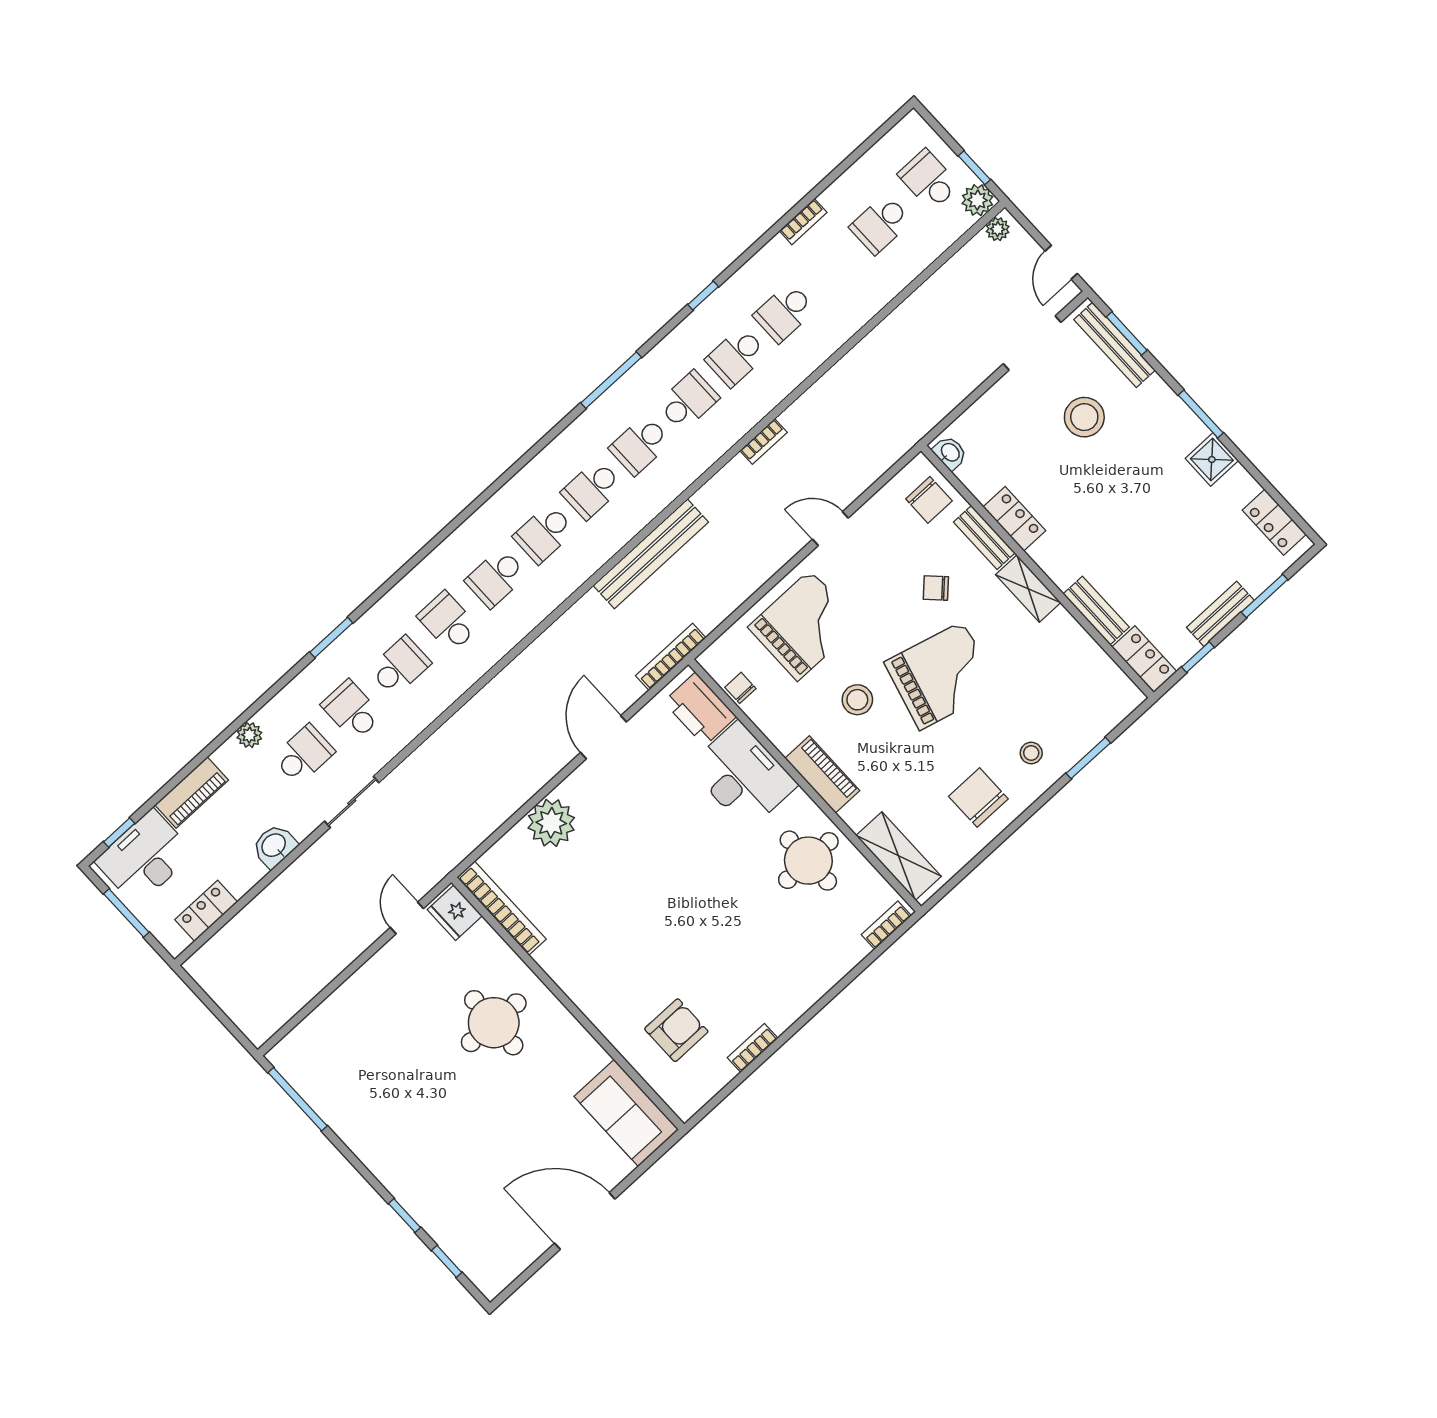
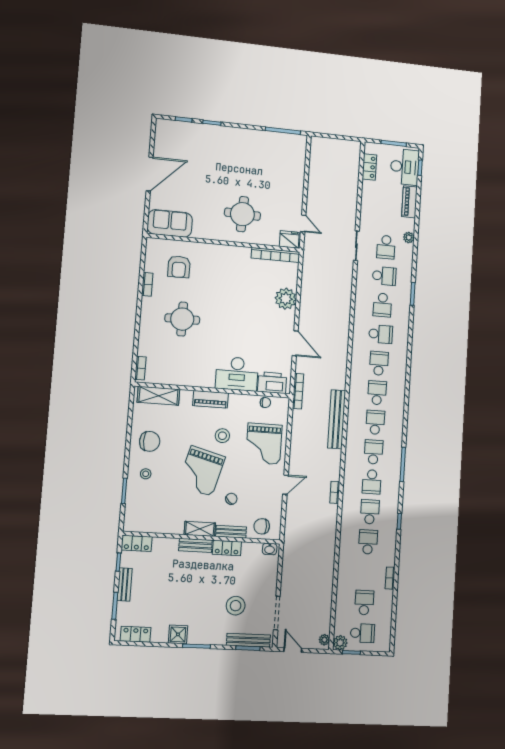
bench: (1096, 611) -> (195, 545), moved
washbasin: (274, 846) -> (368, 208), removed
round table: (808, 861) -> (182, 319), moved

